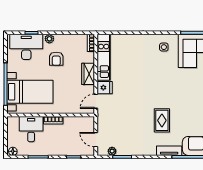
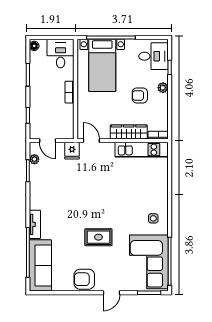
desk: (26, 47) -> (154, 56), width x0.73
wardrobe: (88, 74) -> (129, 132), width x1.50
fridge: (105, 88) -> (72, 151), moved
rug: (162, 120) -> (98, 237), moved
desk: (31, 129) -> (61, 53), moved, turned -90
door: (96, 140) -> (48, 141), swing flipped

